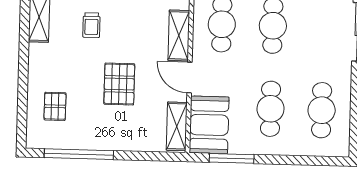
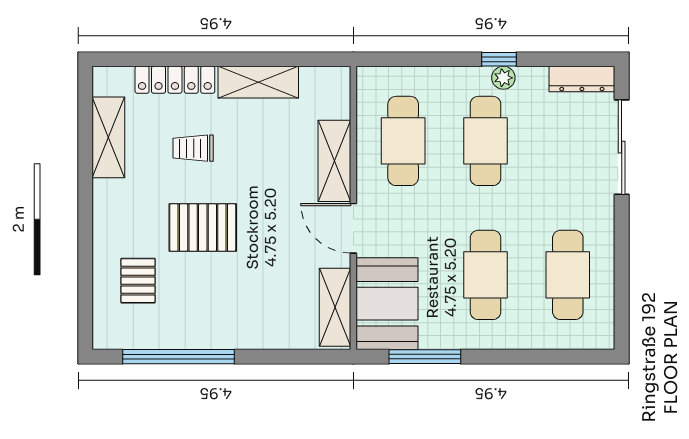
trolley: (91, 25) -> (193, 148), turned 90
pallet: (119, 84) -> (203, 228), moved, turned 90

